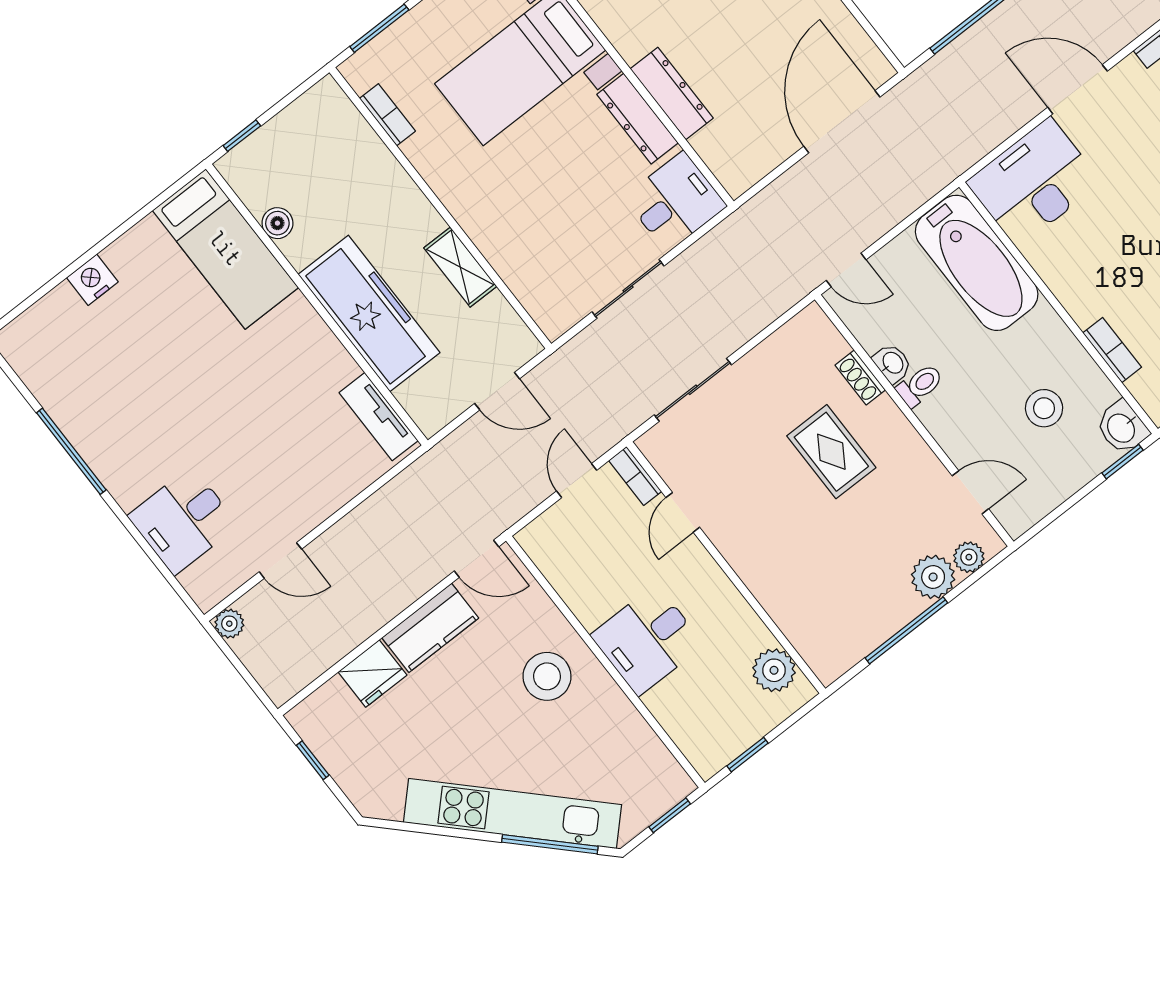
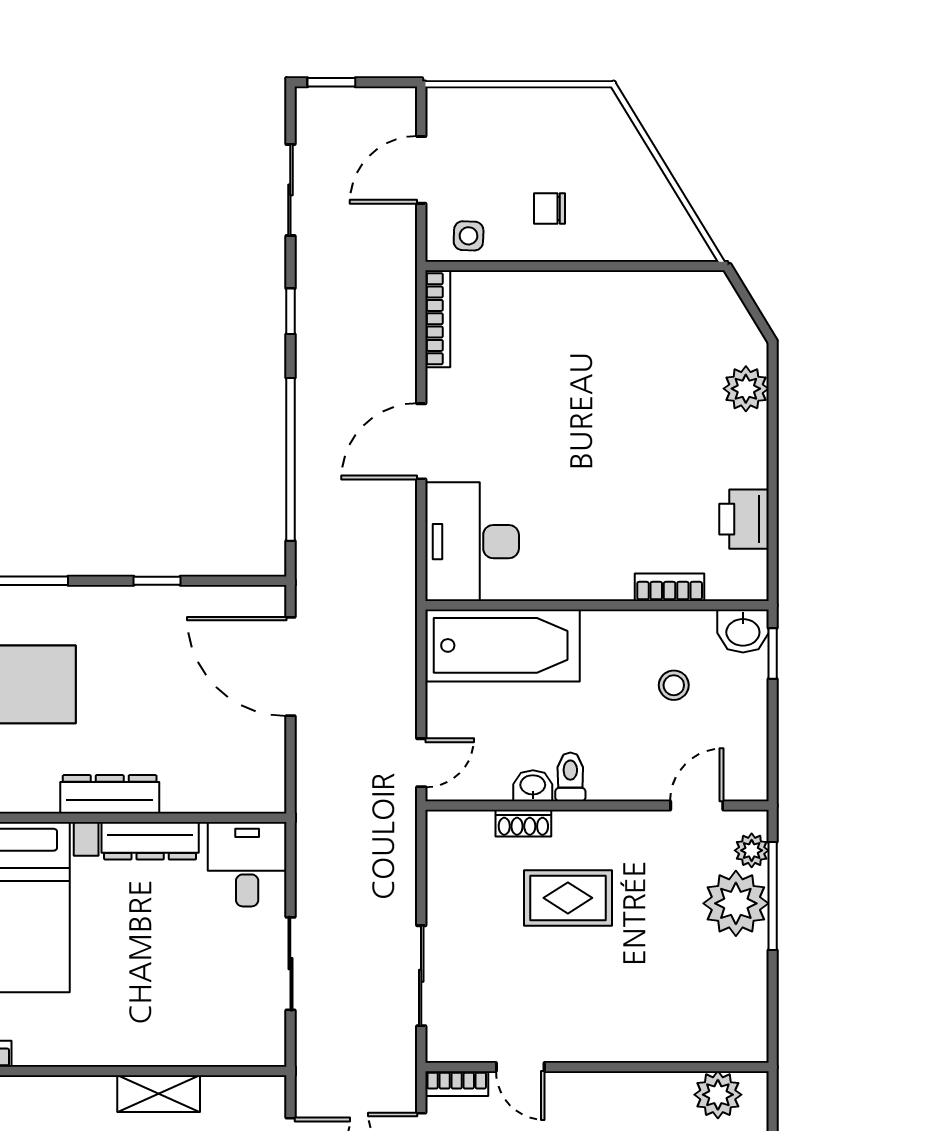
dresser: (672, 93) -> (110, 794), moved
stool: (1044, 408) -> (674, 685), width x0.73, depth x0.73
plant: (933, 577) -> (736, 903), width x1.36, depth x1.36
window: (906, 630) -> (773, 896), moved

